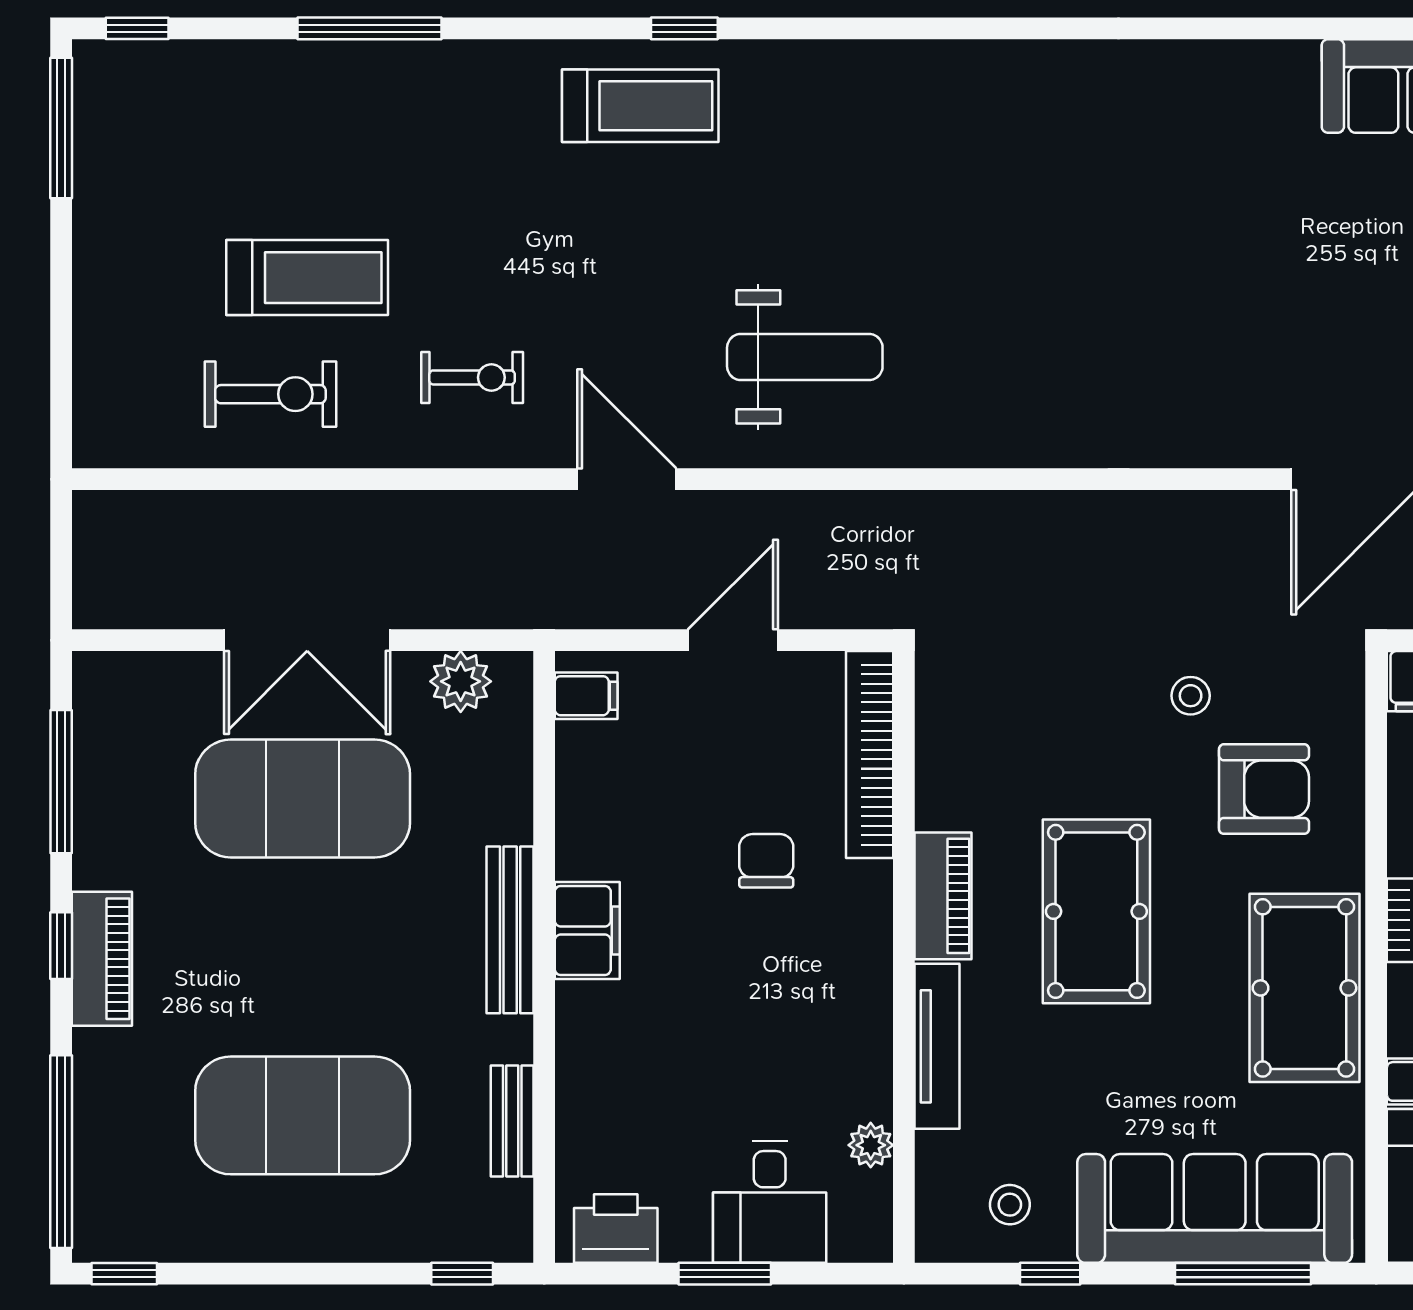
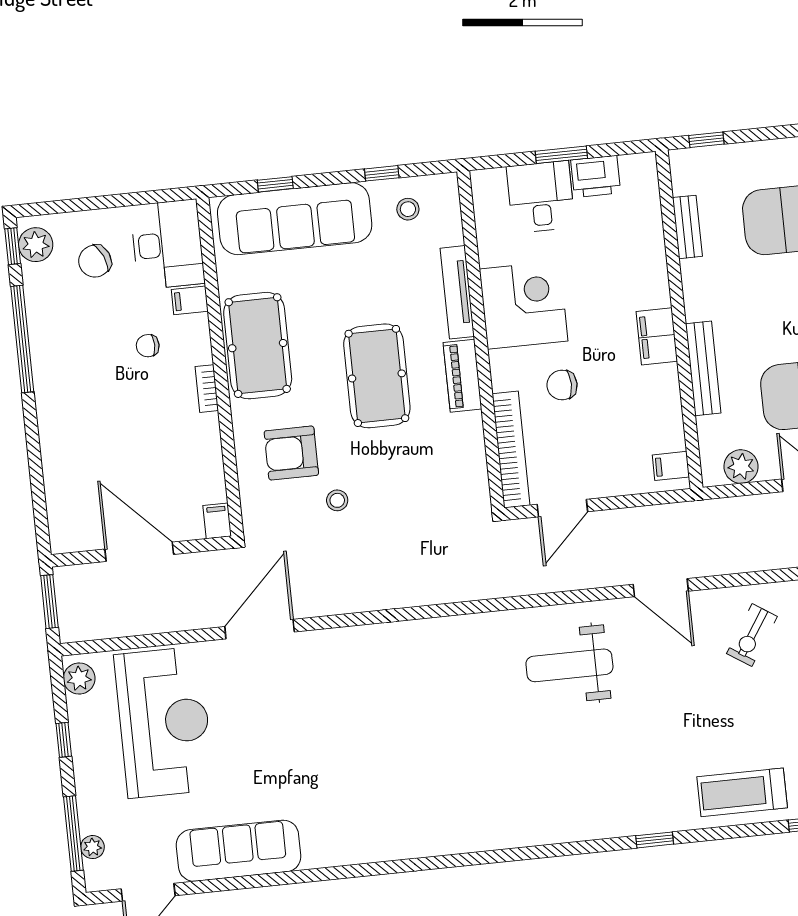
treadmill: (640, 106) -> (742, 792), moved
exercise bike: (472, 377) -> (752, 635), turned -57
door: (733, 640) -> (562, 508), moved
chair: (766, 861) -> (562, 385), turned 90
bench: (510, 930) -> (703, 368), moved
corner desk: (820, 1011) -> (524, 305), added
plant: (871, 1145) -> (488, 234), removed
printer: (616, 1229) -> (596, 176), moved
window: (1243, 1274) -> (275, 184), width x0.46

